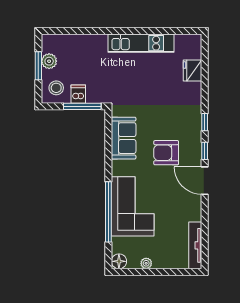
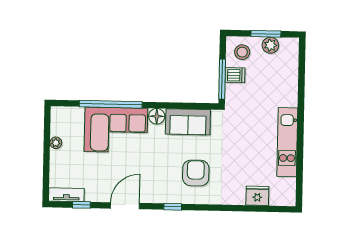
window: (205, 122) -> (81, 205), moved
armchair: (166, 153) -> (196, 173), moved
door: (205, 181) -> (125, 206), moved
tv unit: (195, 245) -> (66, 195), width x0.71
floor lamp: (119, 261) -> (157, 116), moved

